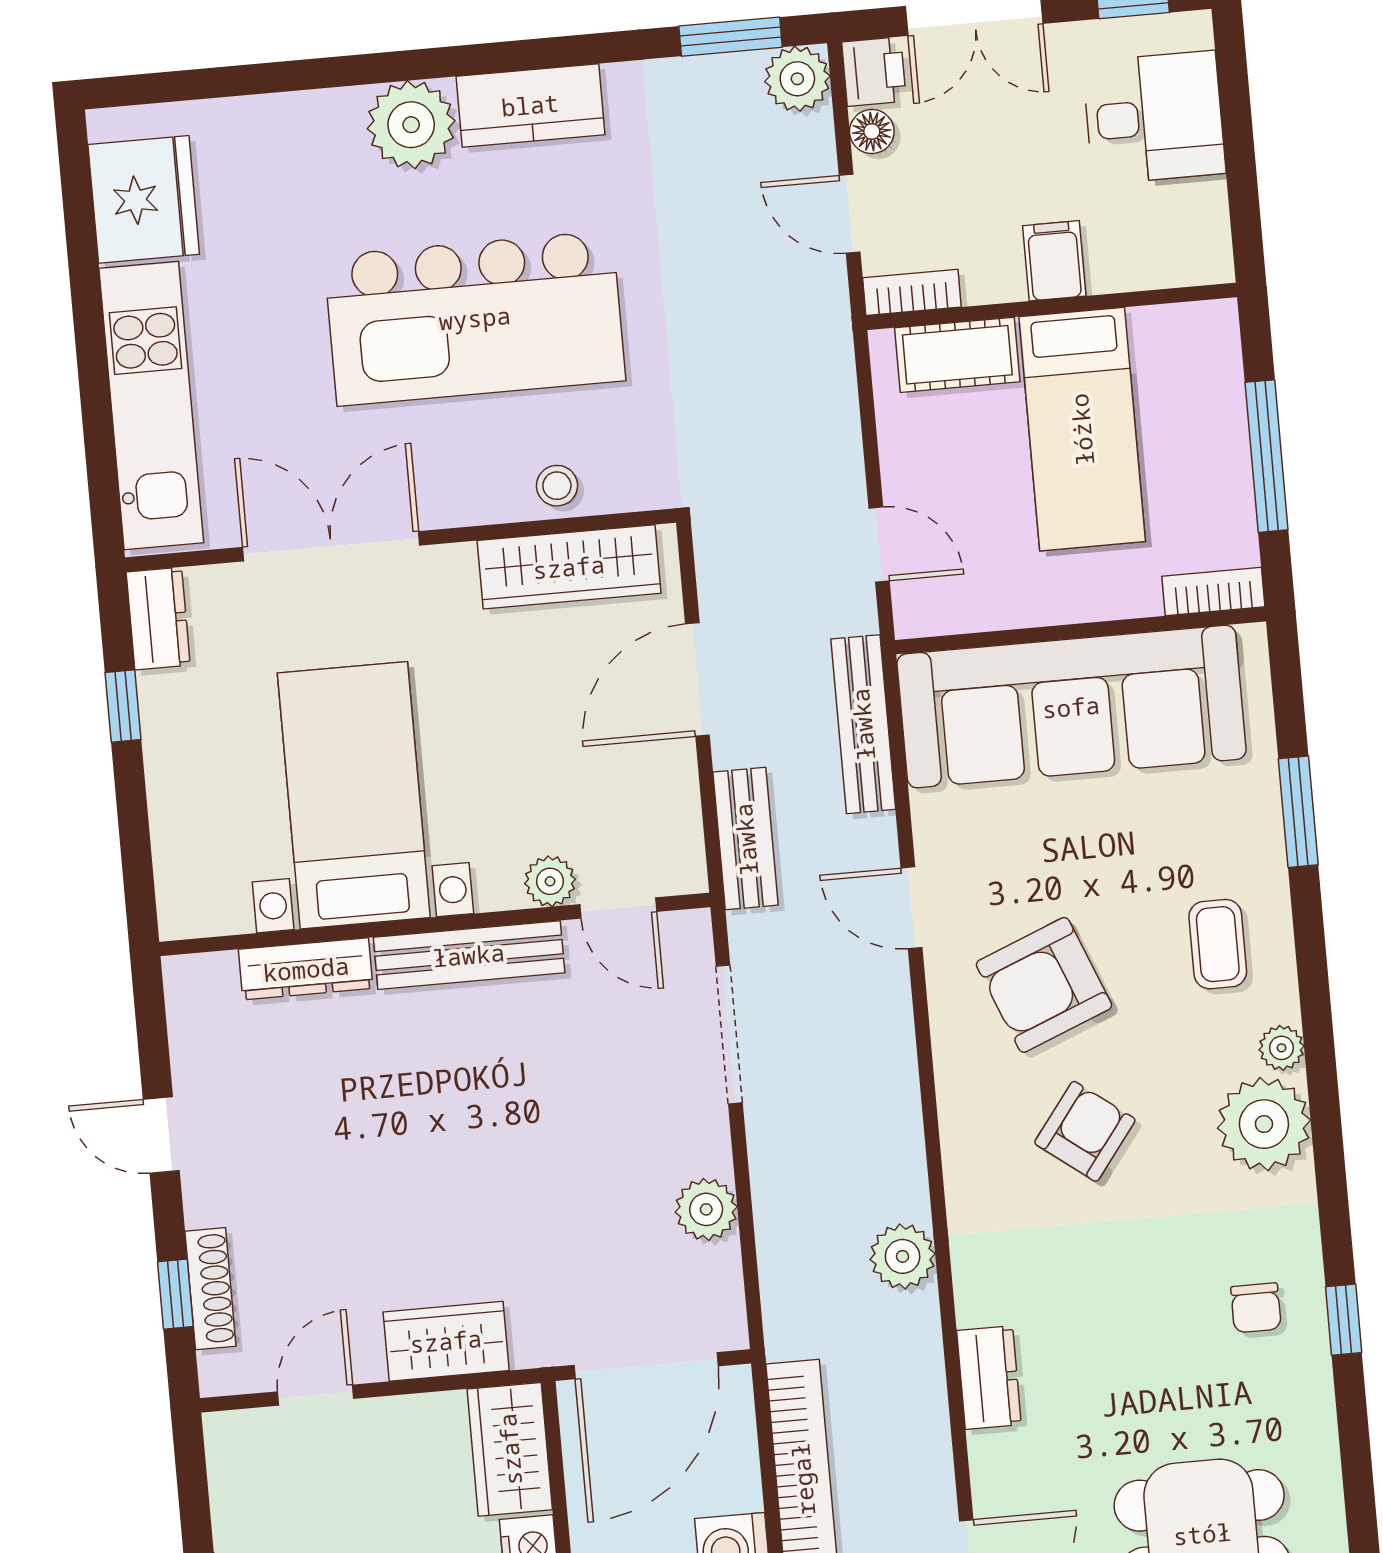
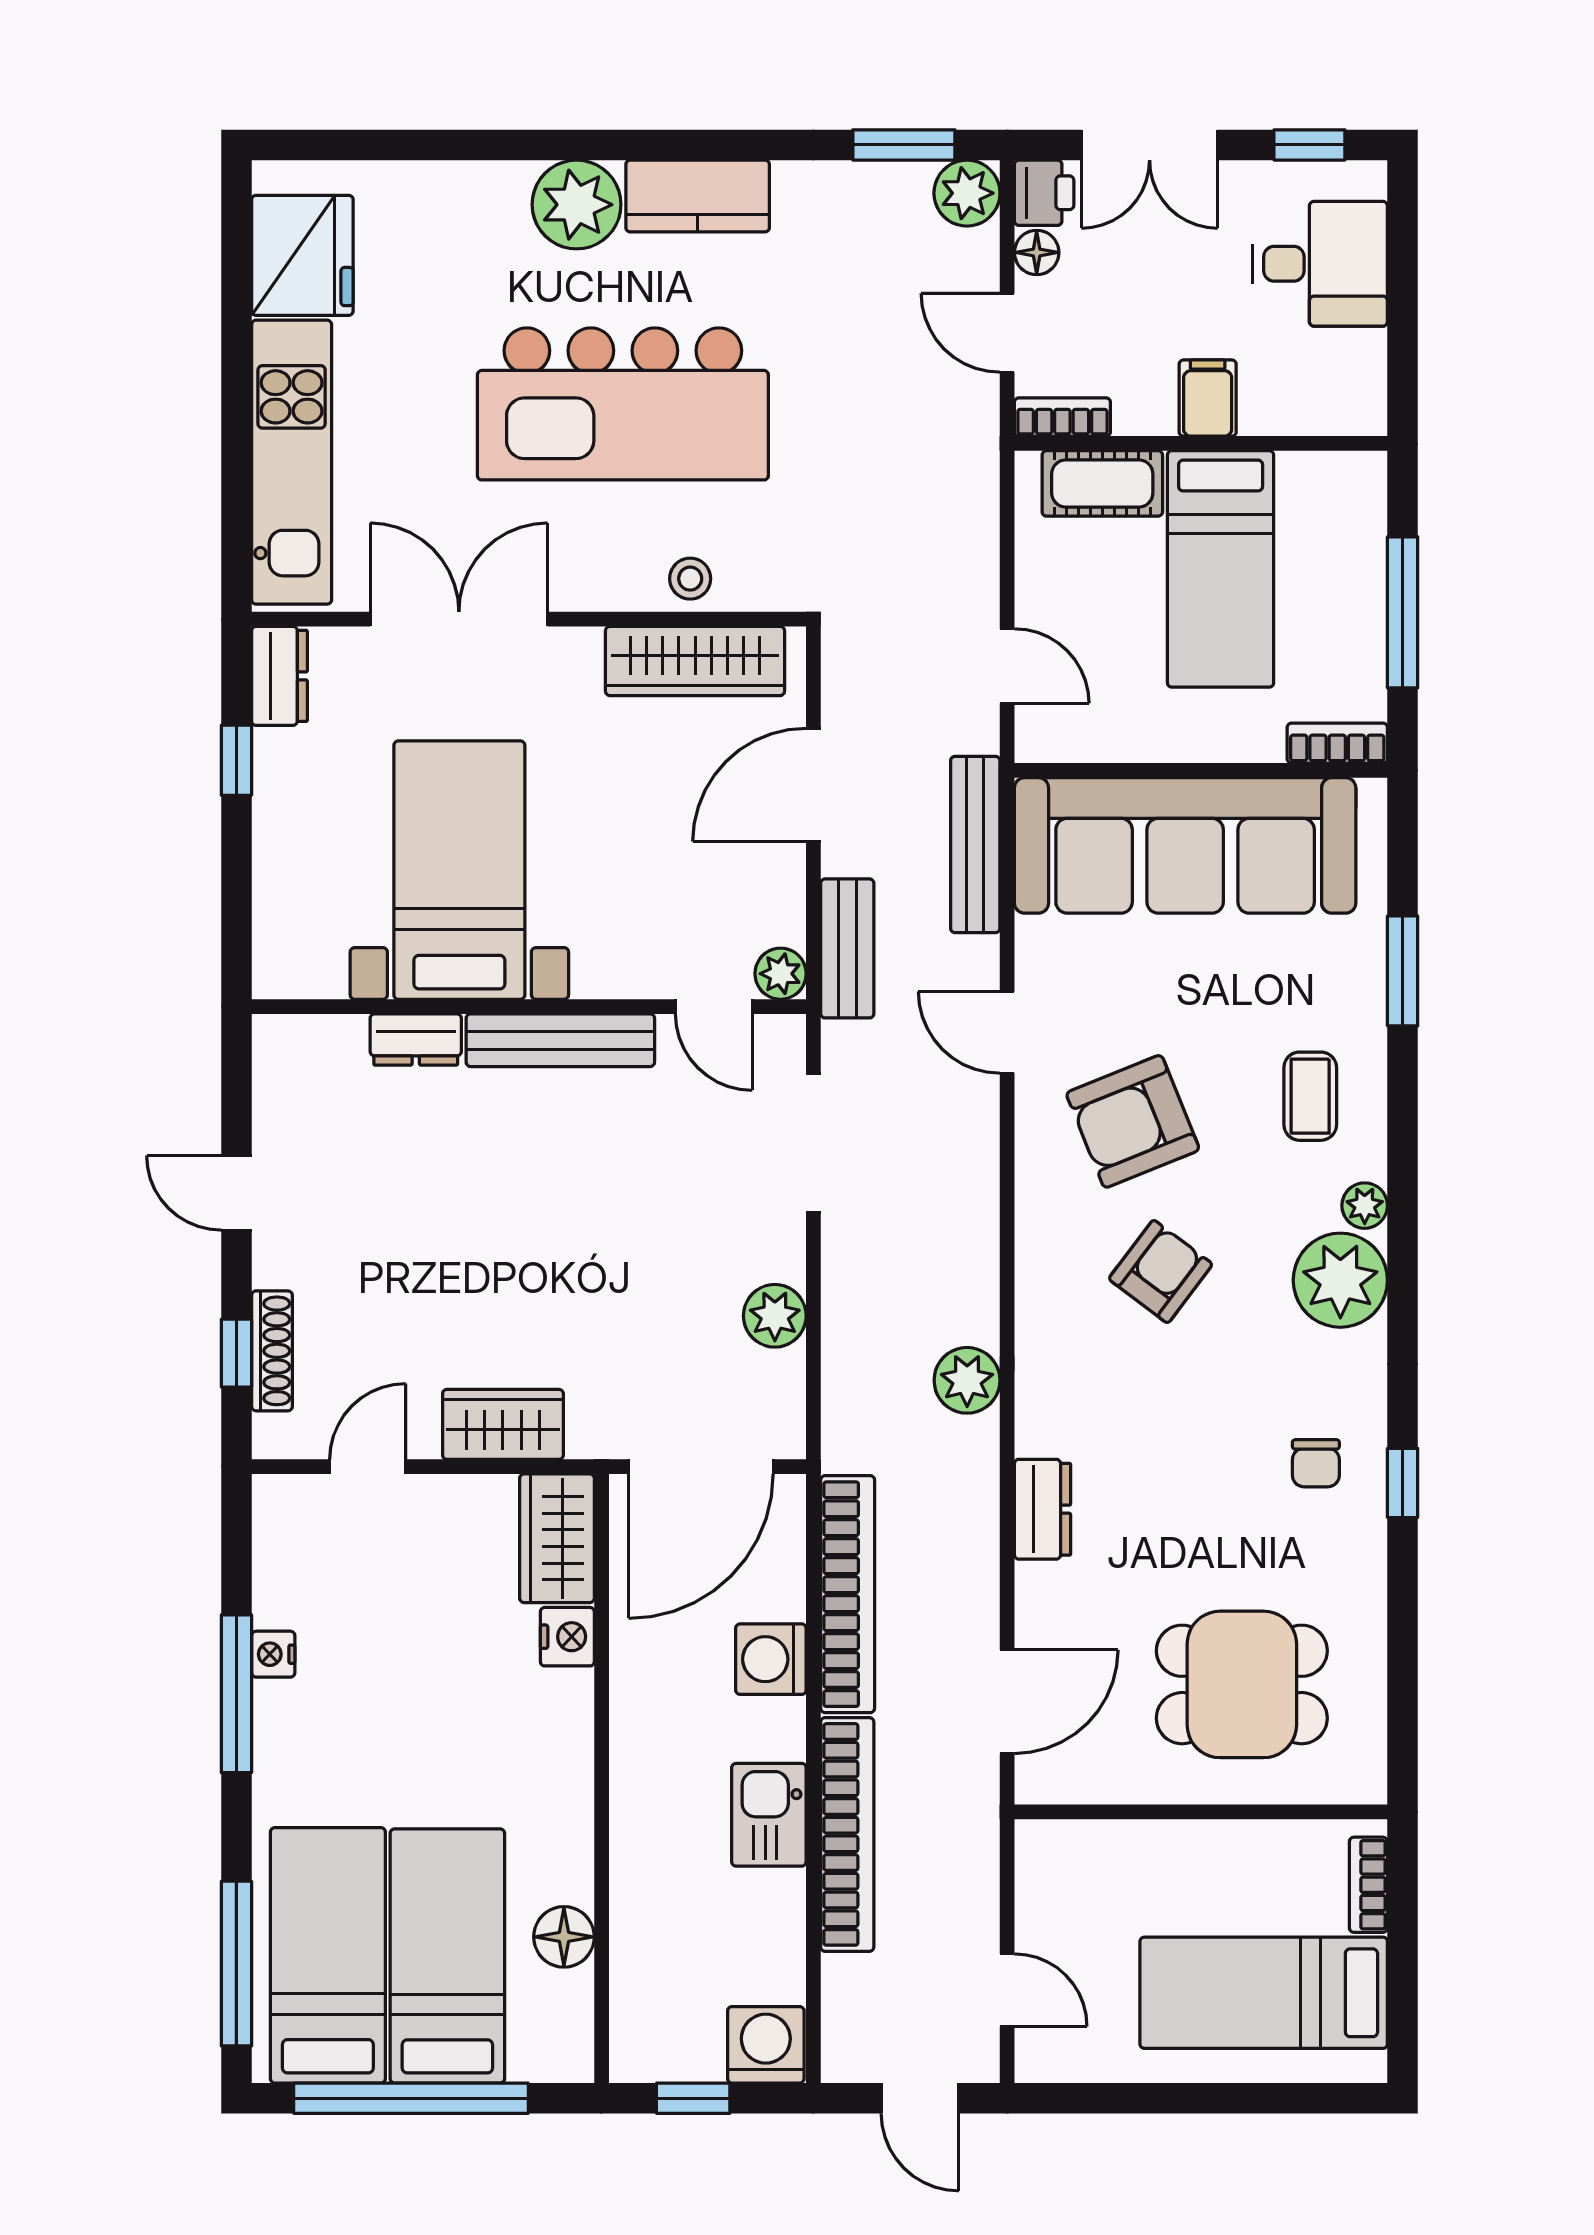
plant: (550, 881) -> (781, 974), moved
dresser: (306, 969) -> (416, 1039), width x0.70

